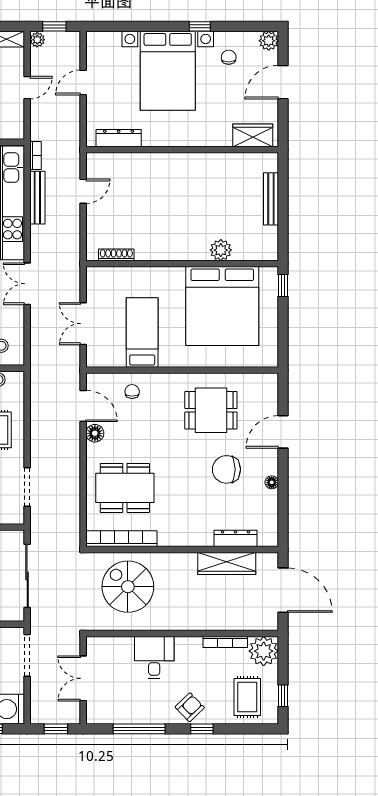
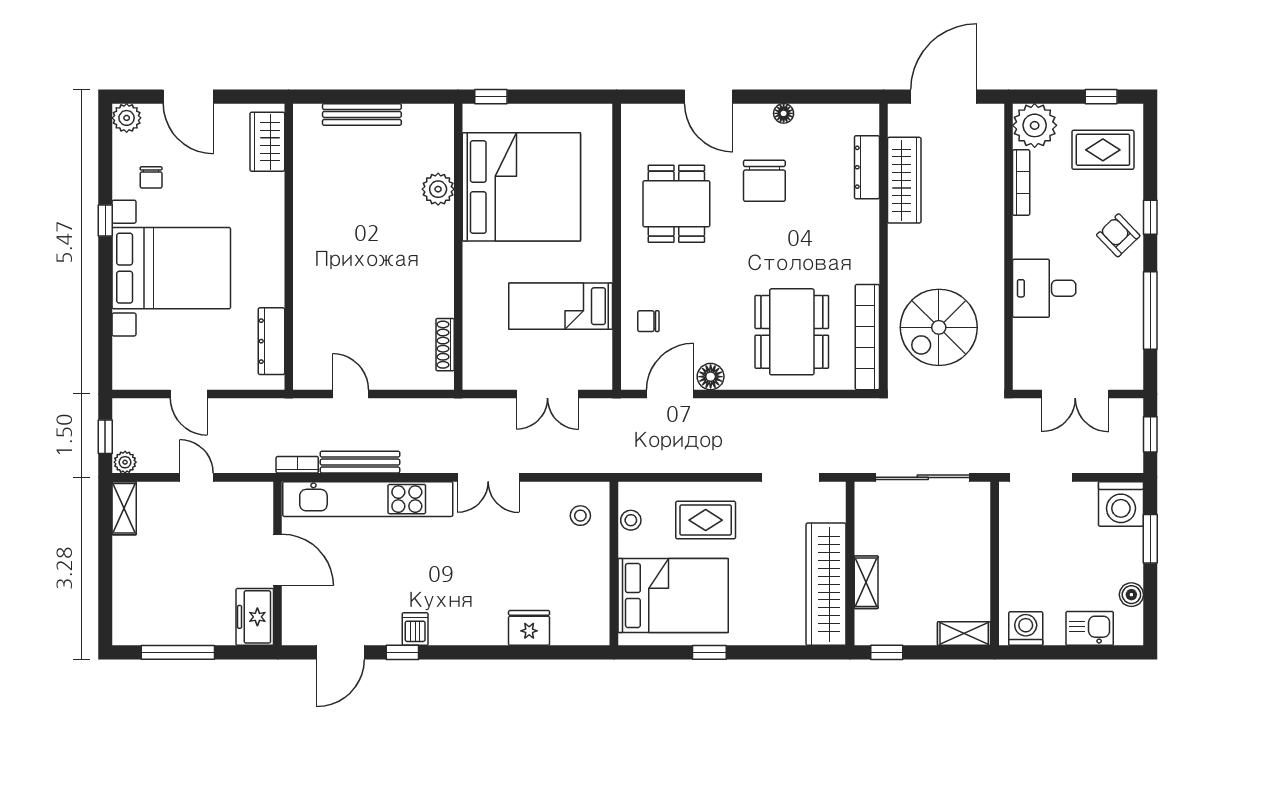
chair: (229, 57) -> (151, 177), turned -90

